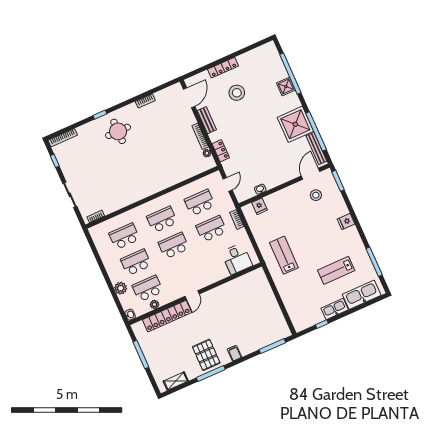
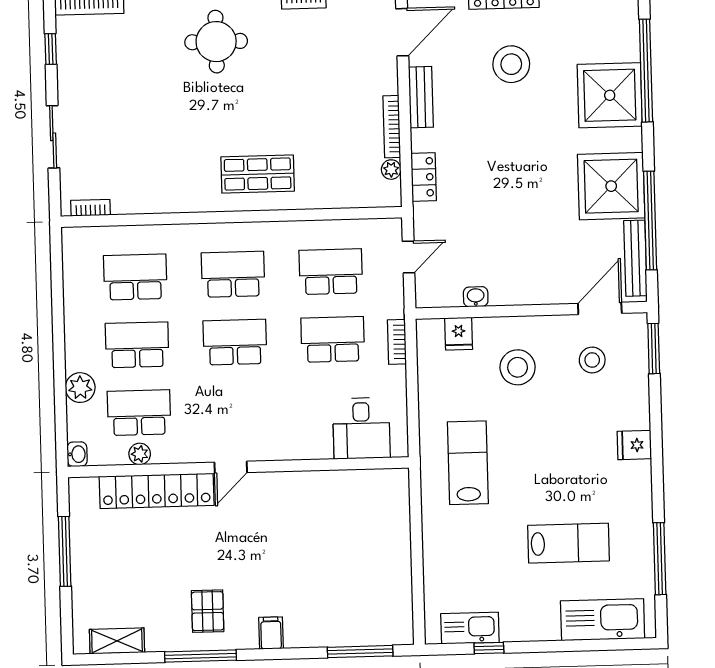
shower: (286, 87) -> (610, 95), width x1.86, depth x1.86
shop shelf: (155, 176) -> (258, 174), added
stool: (288, 210) -> (518, 367), added
lab bench: (336, 270) -> (569, 543), turned 180
kitchen sink: (335, 309) -> (470, 628), moved
pallet: (206, 355) -> (208, 611), width x0.67, depth x0.71

